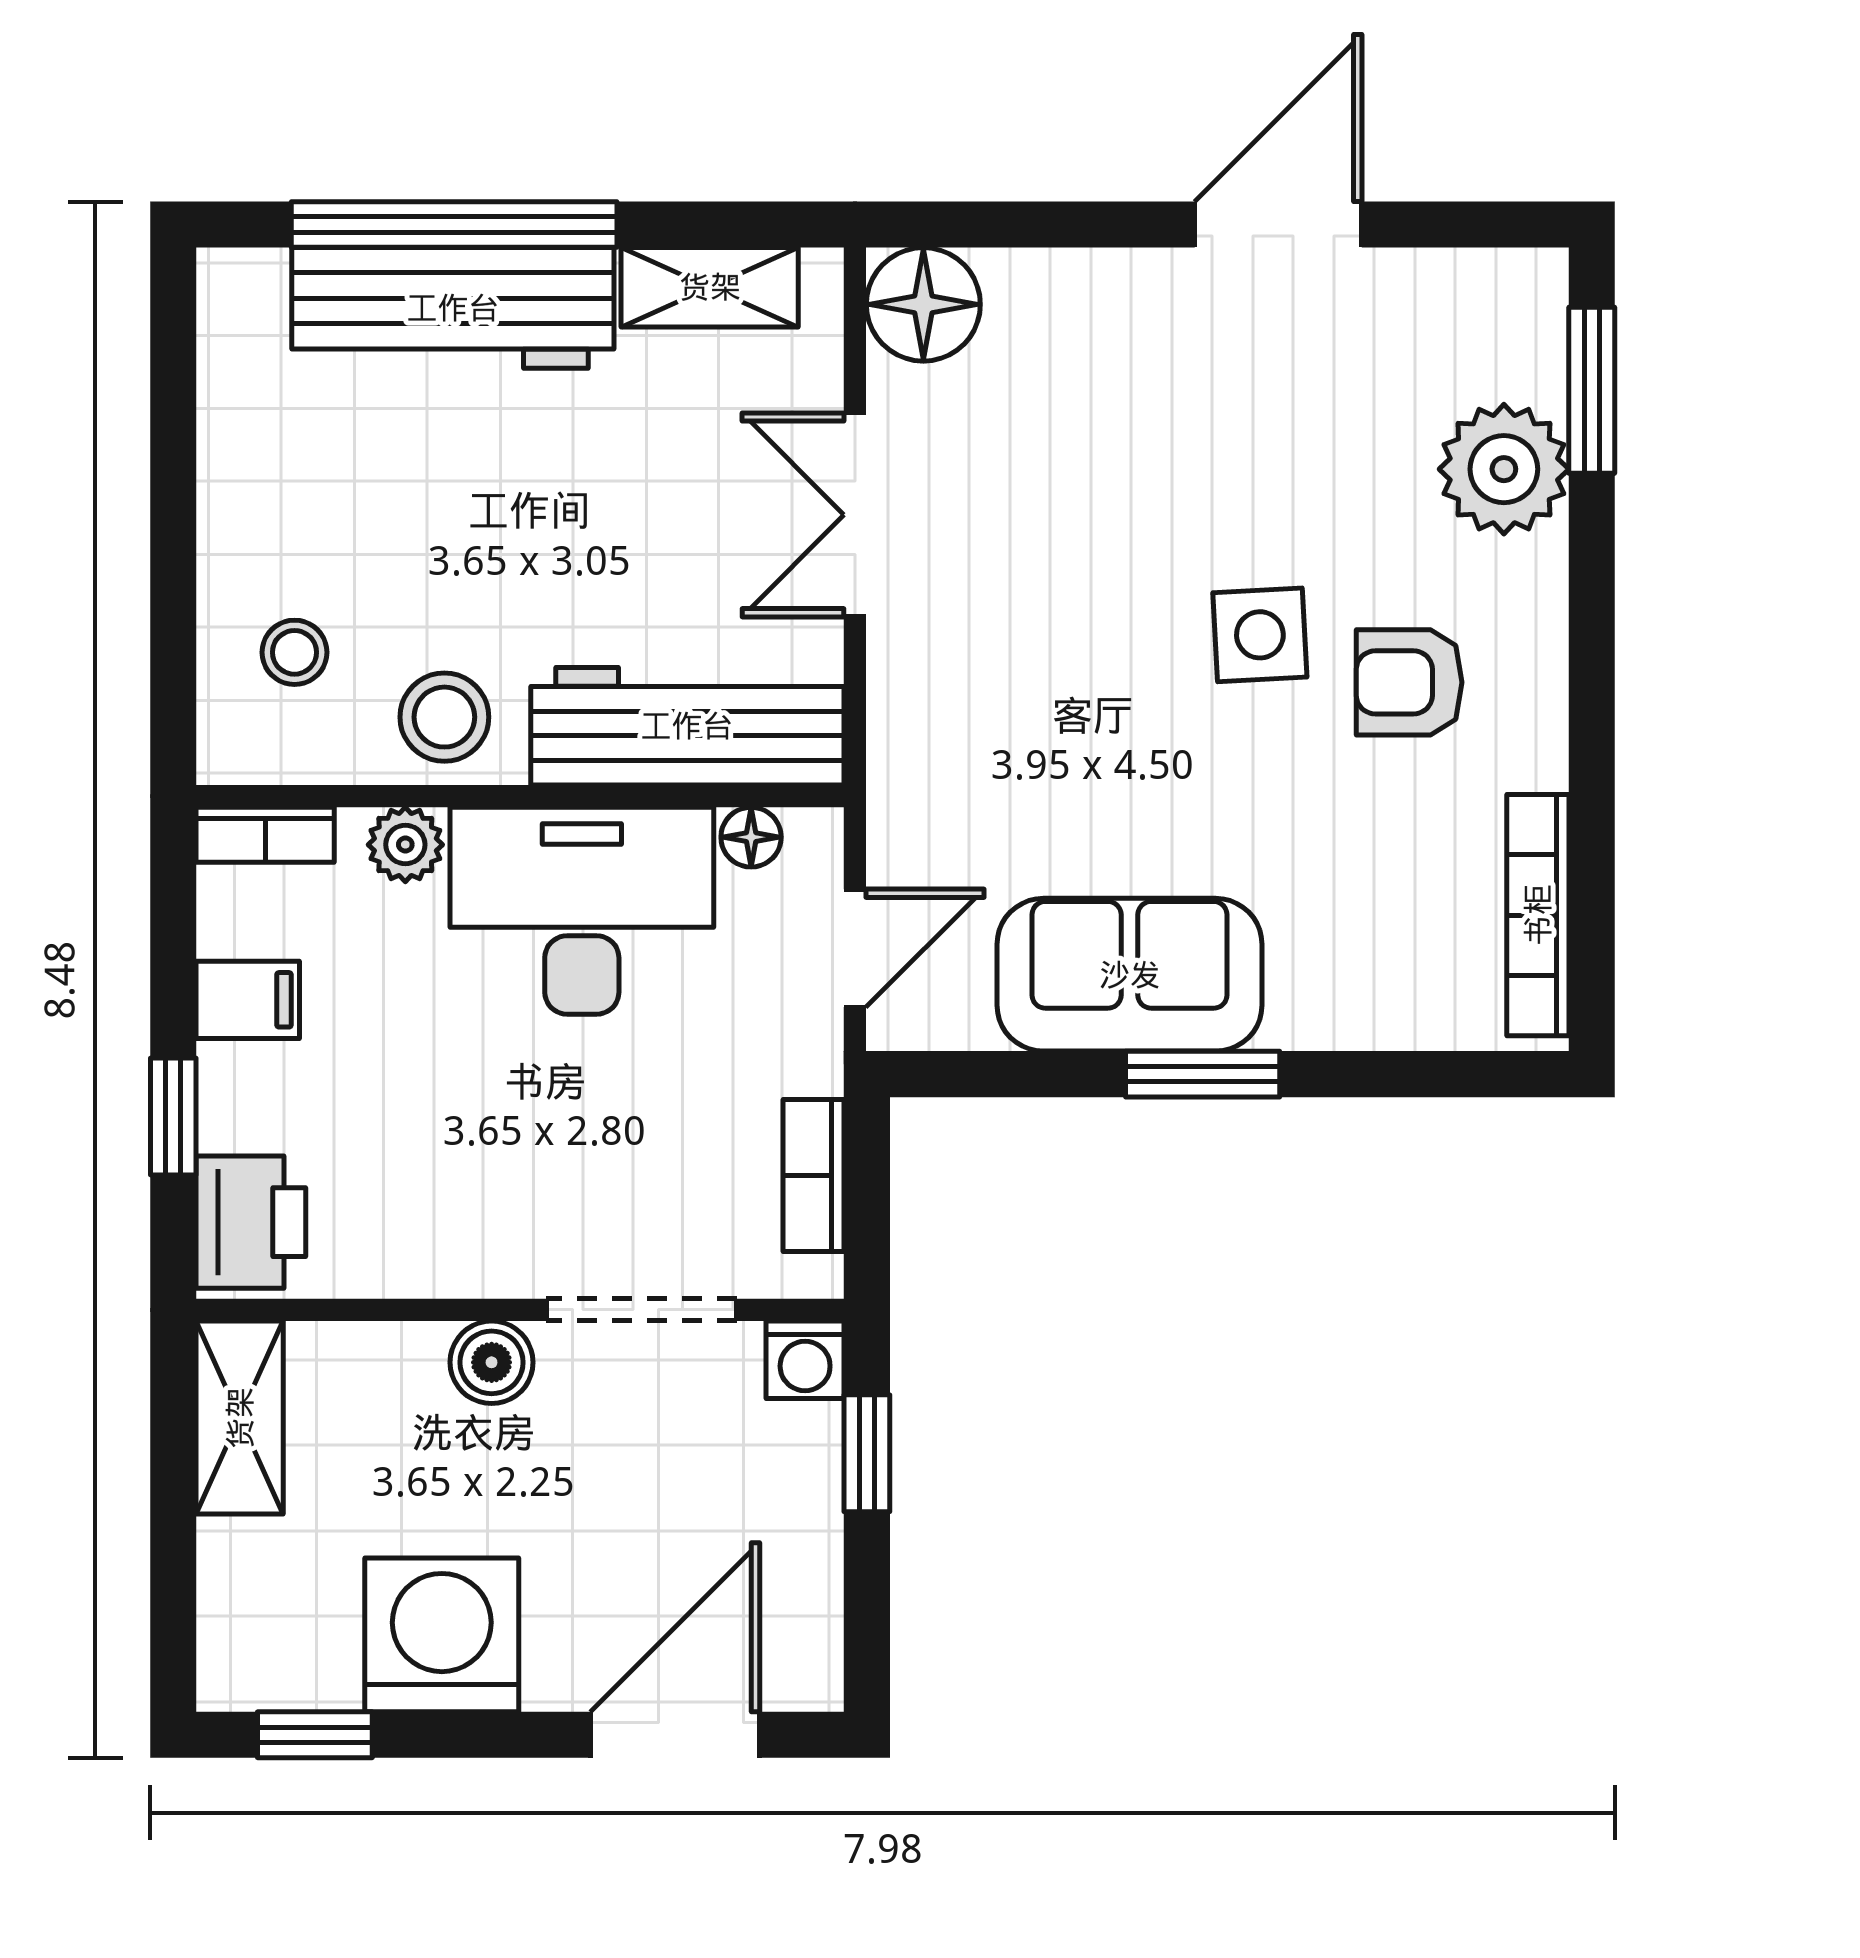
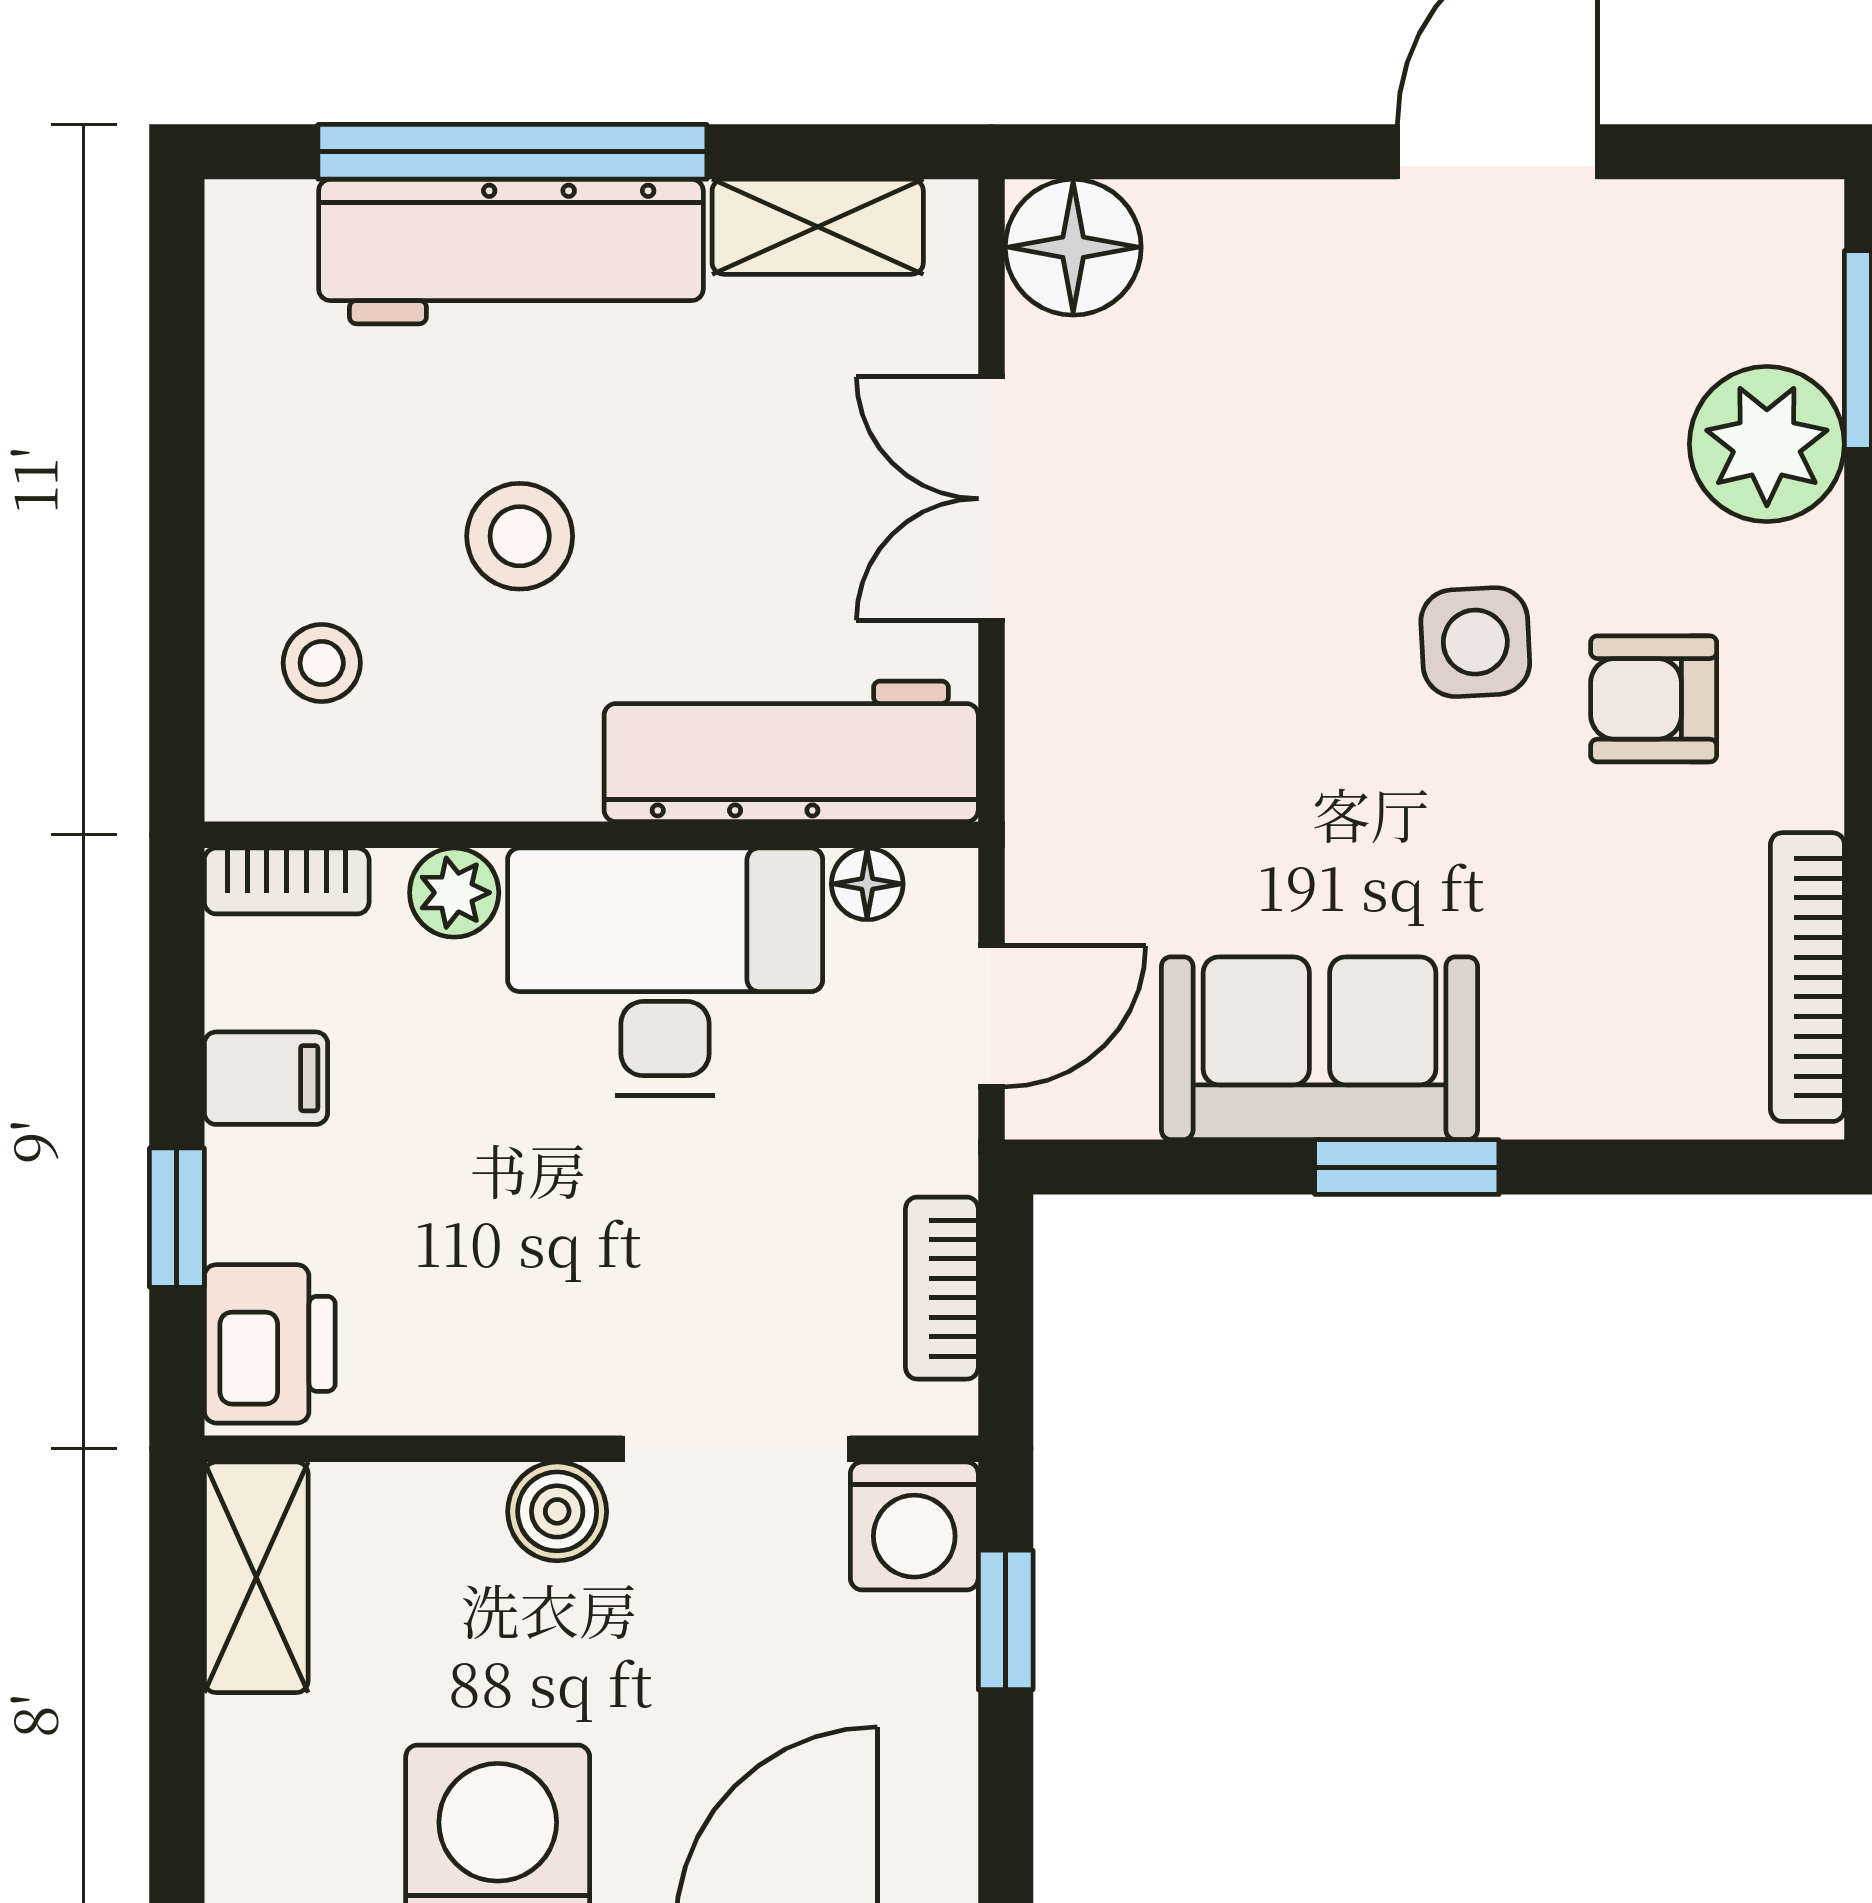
stool: (444, 717) -> (520, 536), moved
washing machine: (805, 1360) -> (914, 1526), width x1.38, depth x1.38

